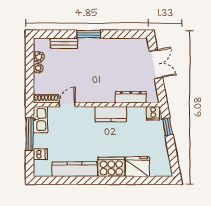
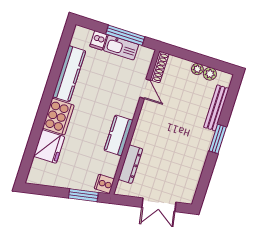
bench: (64, 43) -> (216, 108), width x1.36
kitchen sink: (40, 120) -> (121, 48), moved
window: (168, 127) -> (83, 195), width x1.50

